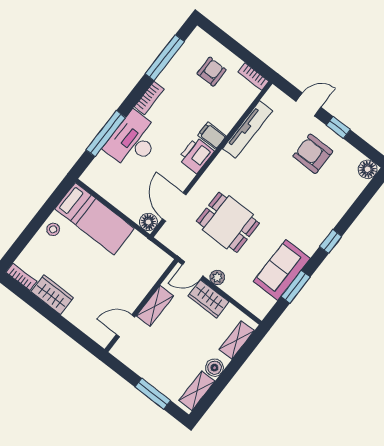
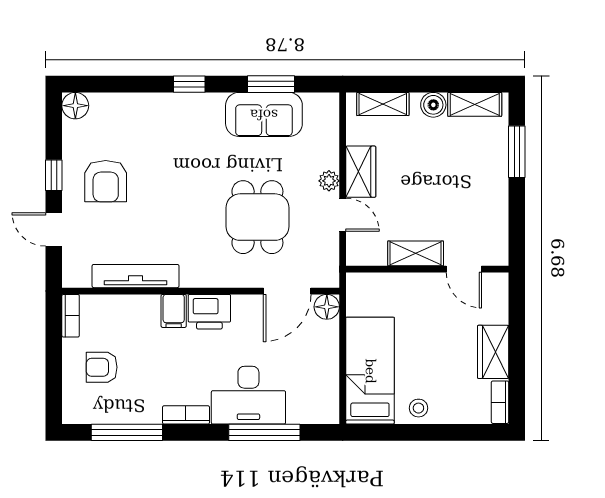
wall: (141, 306) -> (427, 269), moved
shelving: (155, 306) -> (416, 253), moved
door: (126, 326) -> (464, 269), moved

